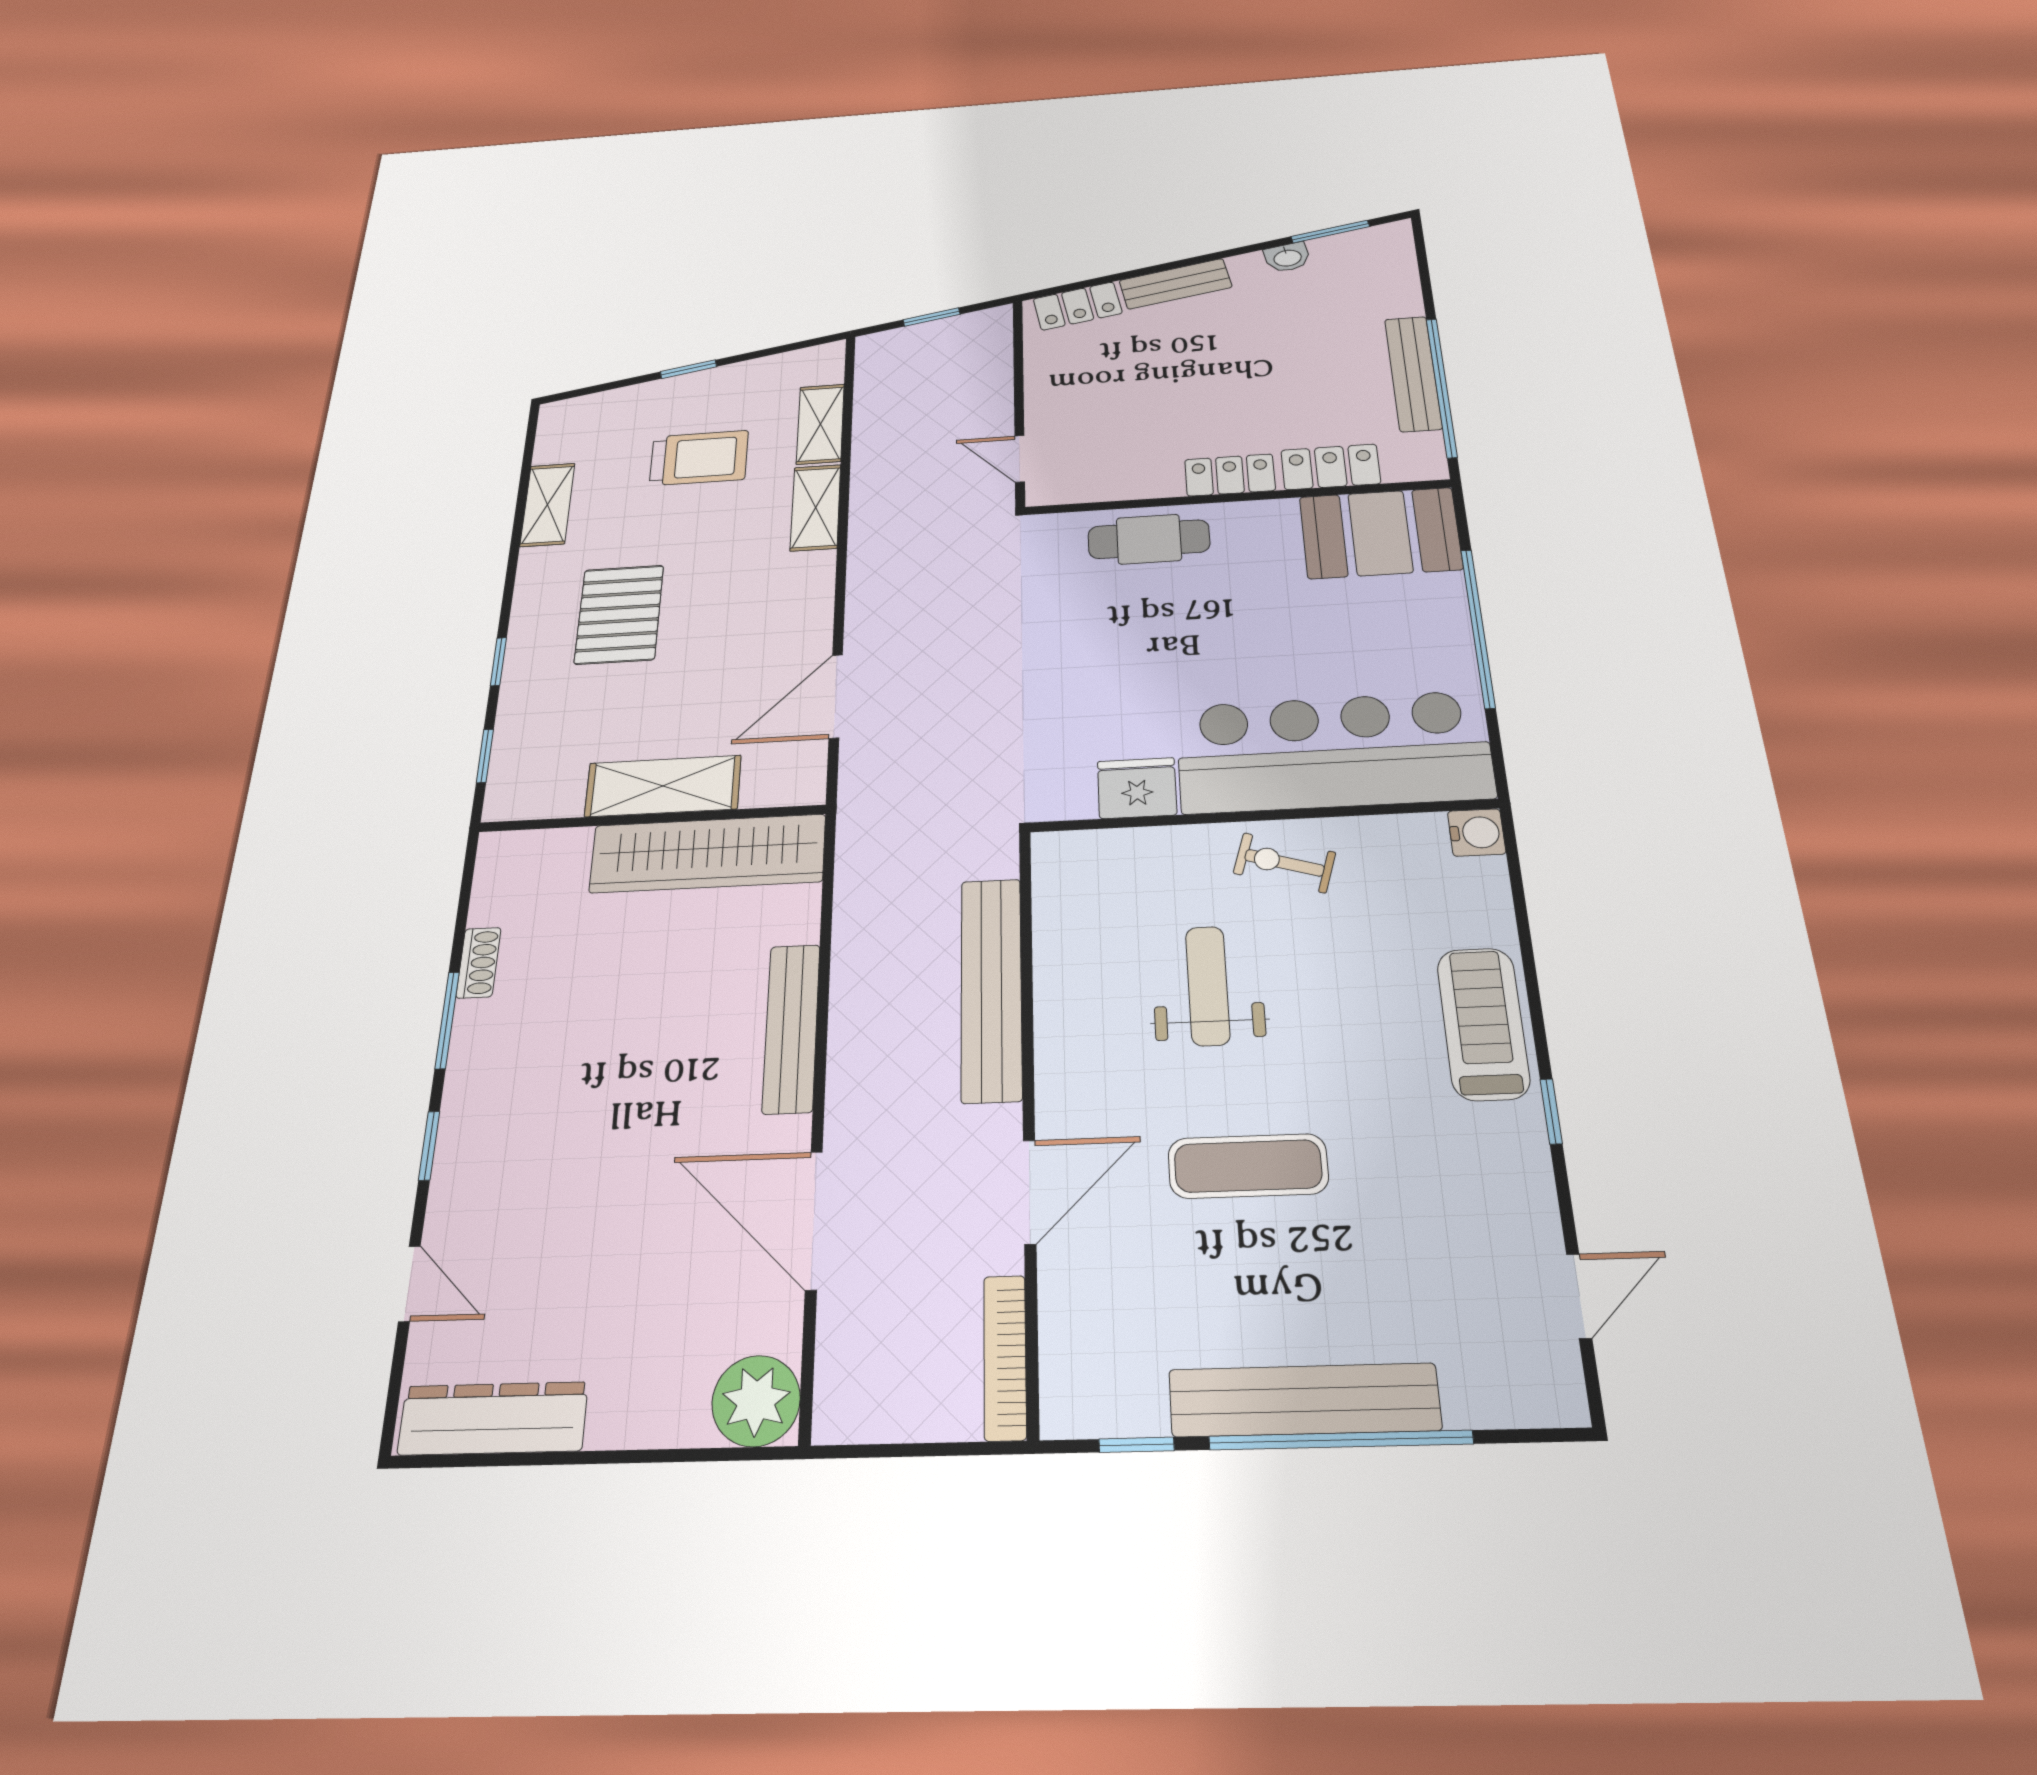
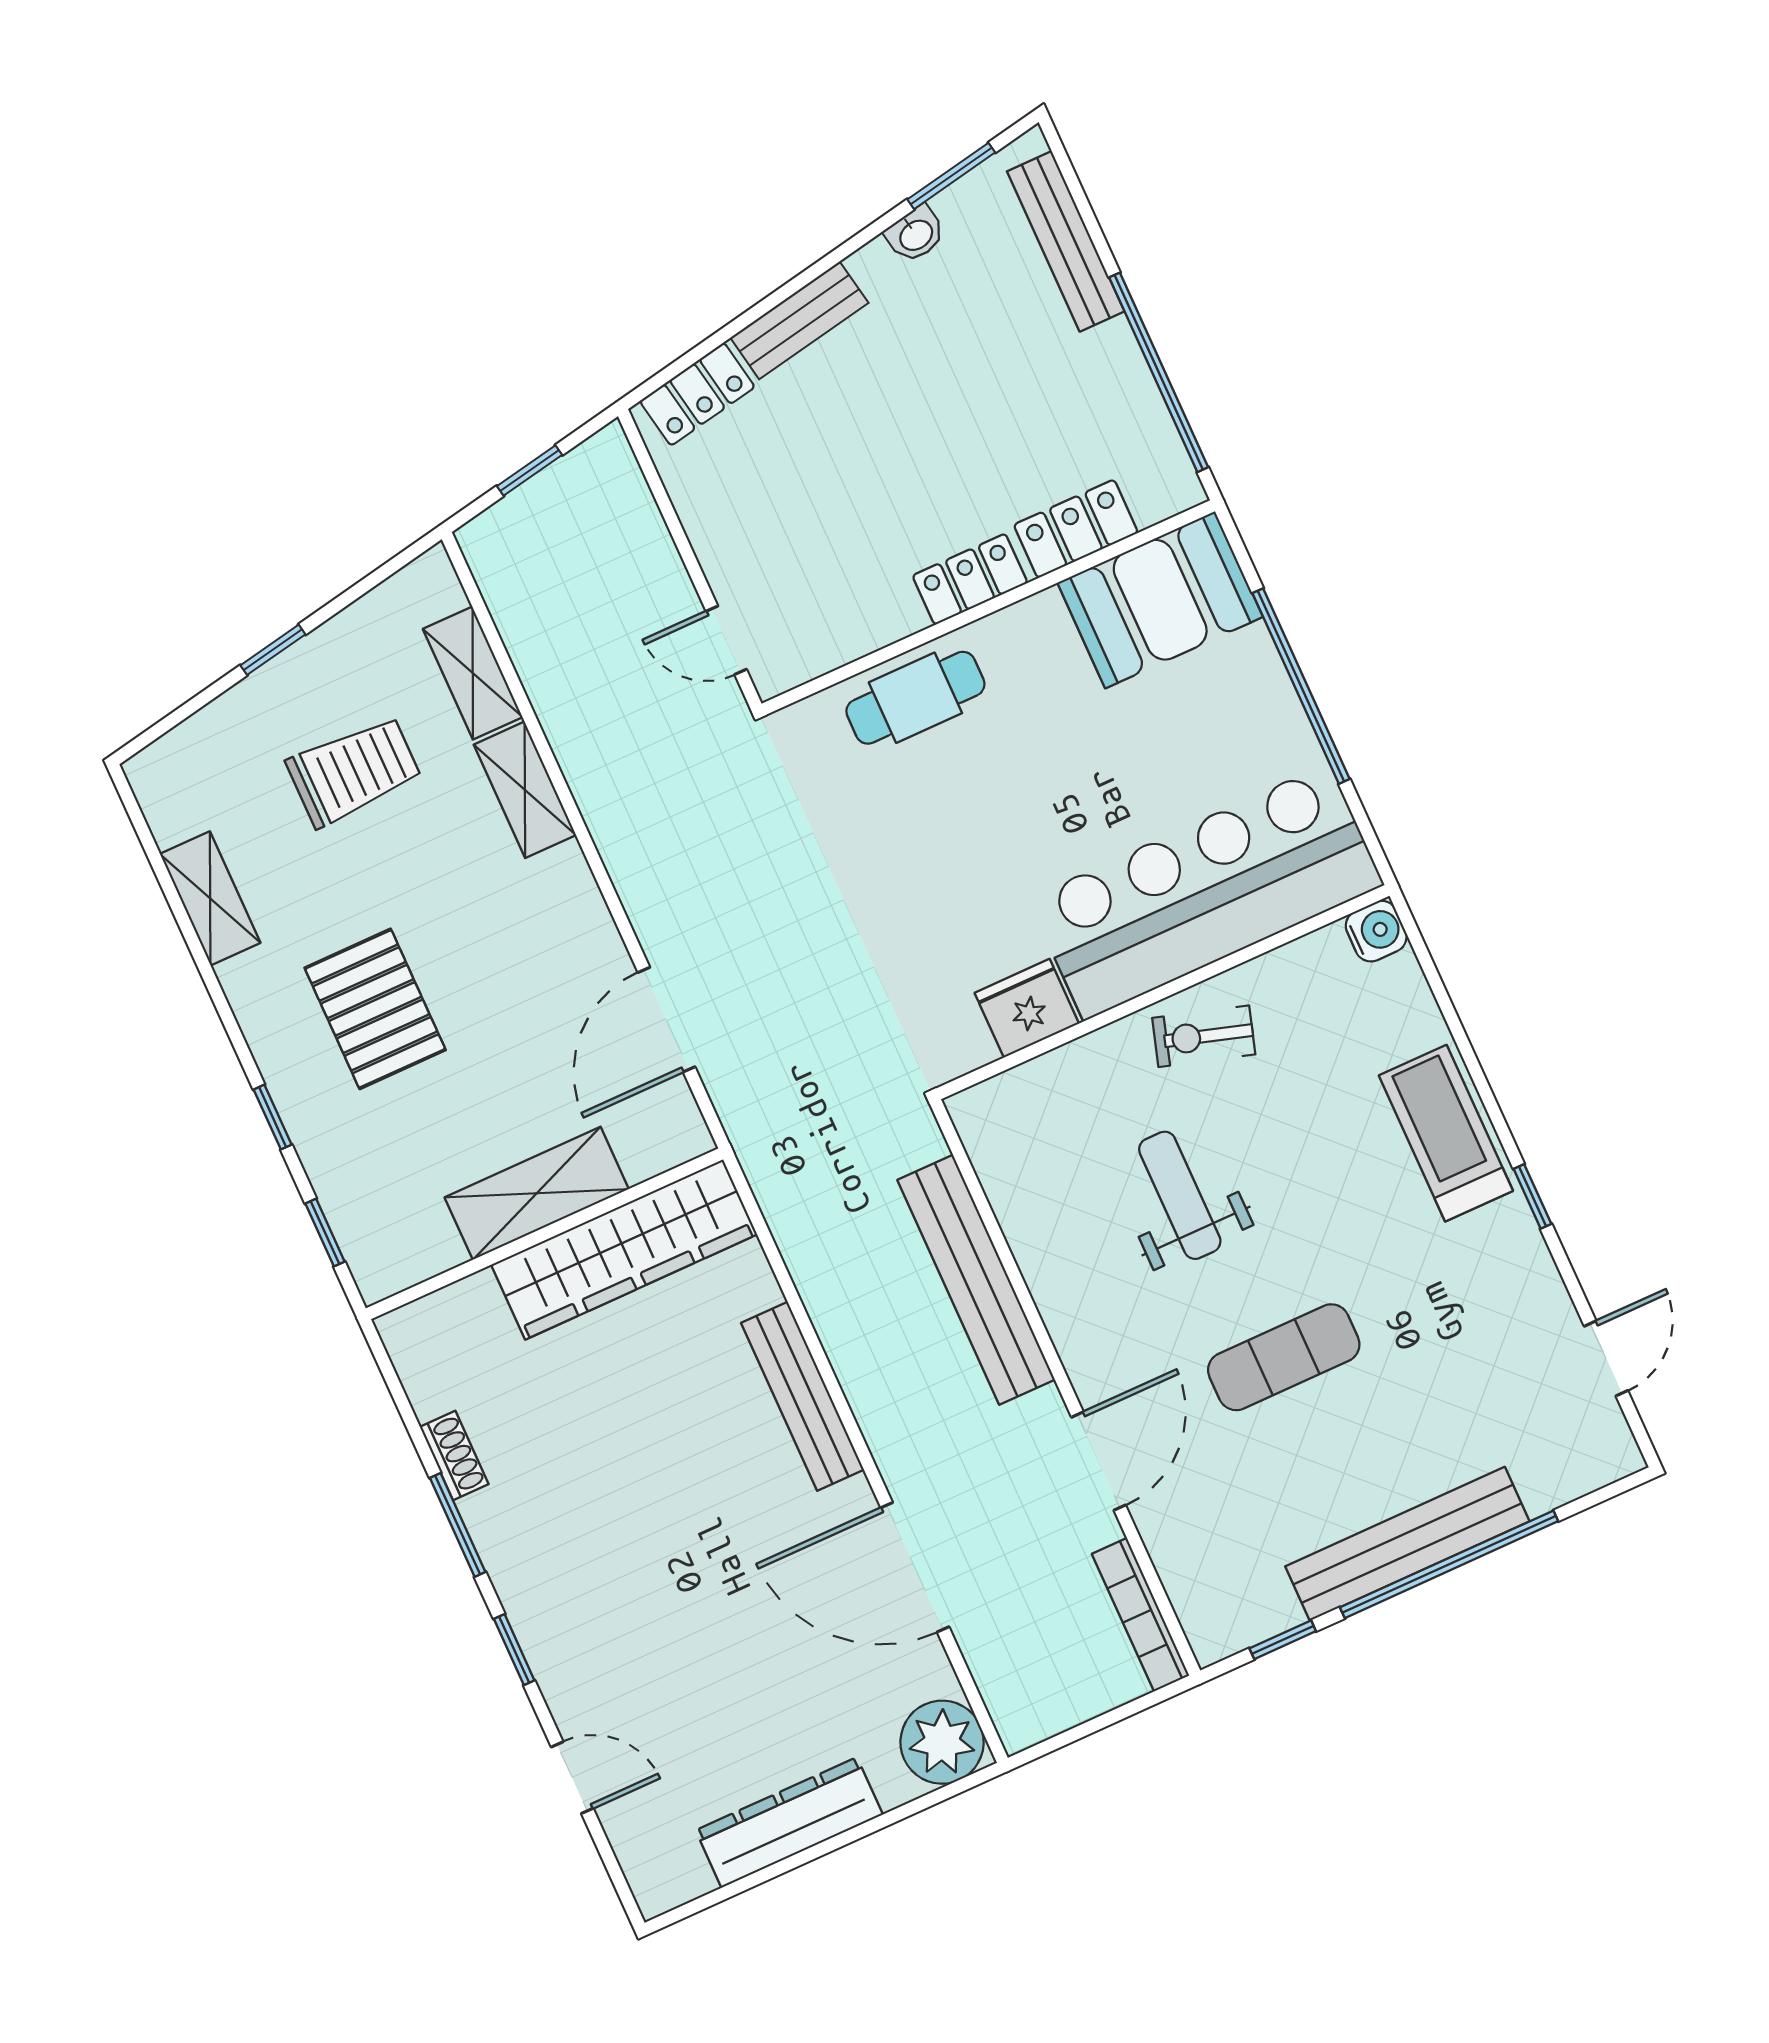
bench: (1413, 373) -> (1066, 241), moved
dresser: (493, 1418) -> (789, 1822), moved

